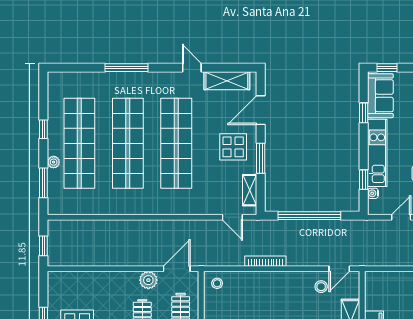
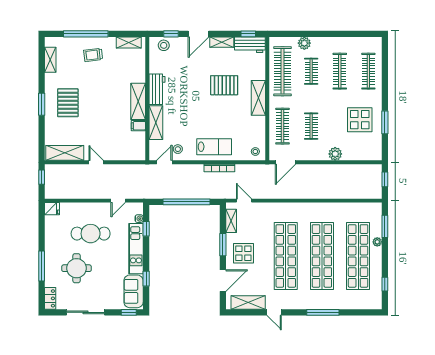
window: (43, 129) -> (385, 284), moved
plant: (148, 280) -> (335, 154), moved
lab bench: (272, 290) -> (214, 147), added

